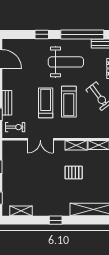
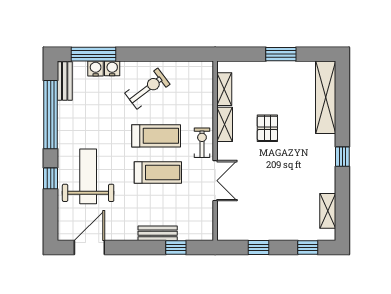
weight bench: (66, 62) -> (88, 176), moved
treadmill: (46, 103) -> (158, 172), turned 180
exercise bike: (15, 127) -> (202, 143), moved

